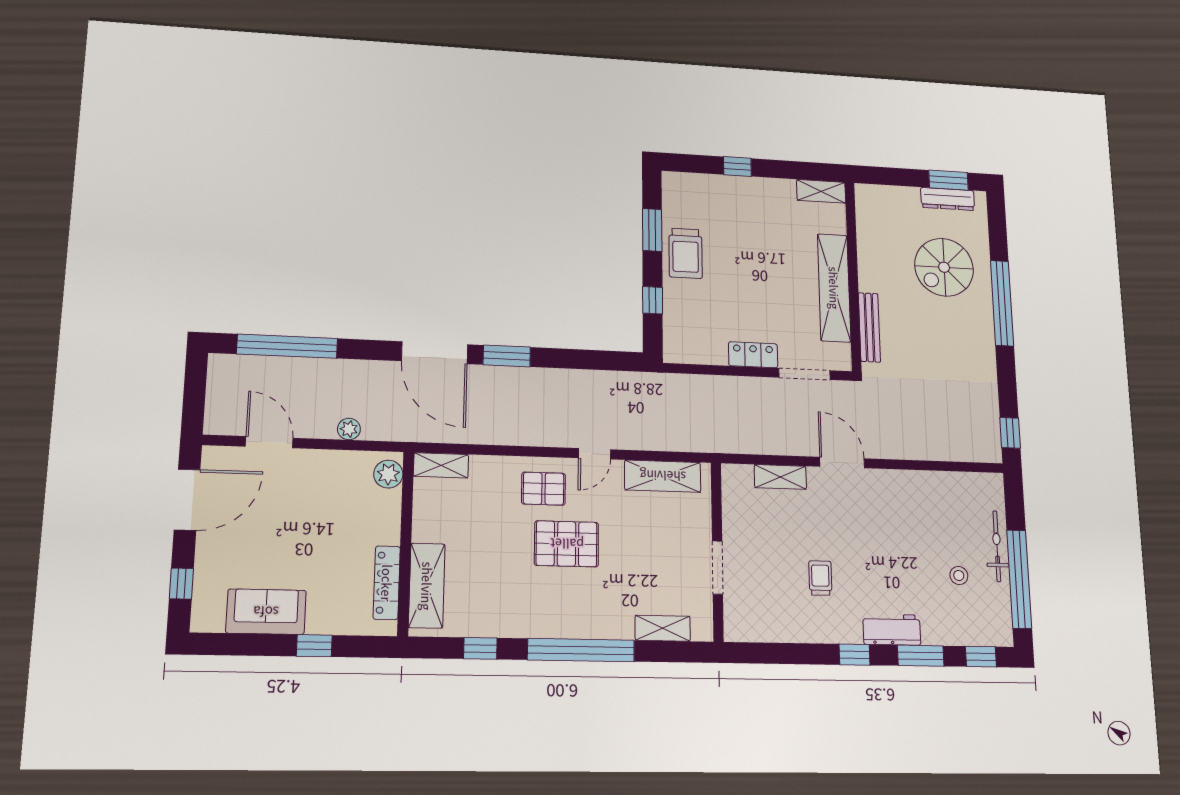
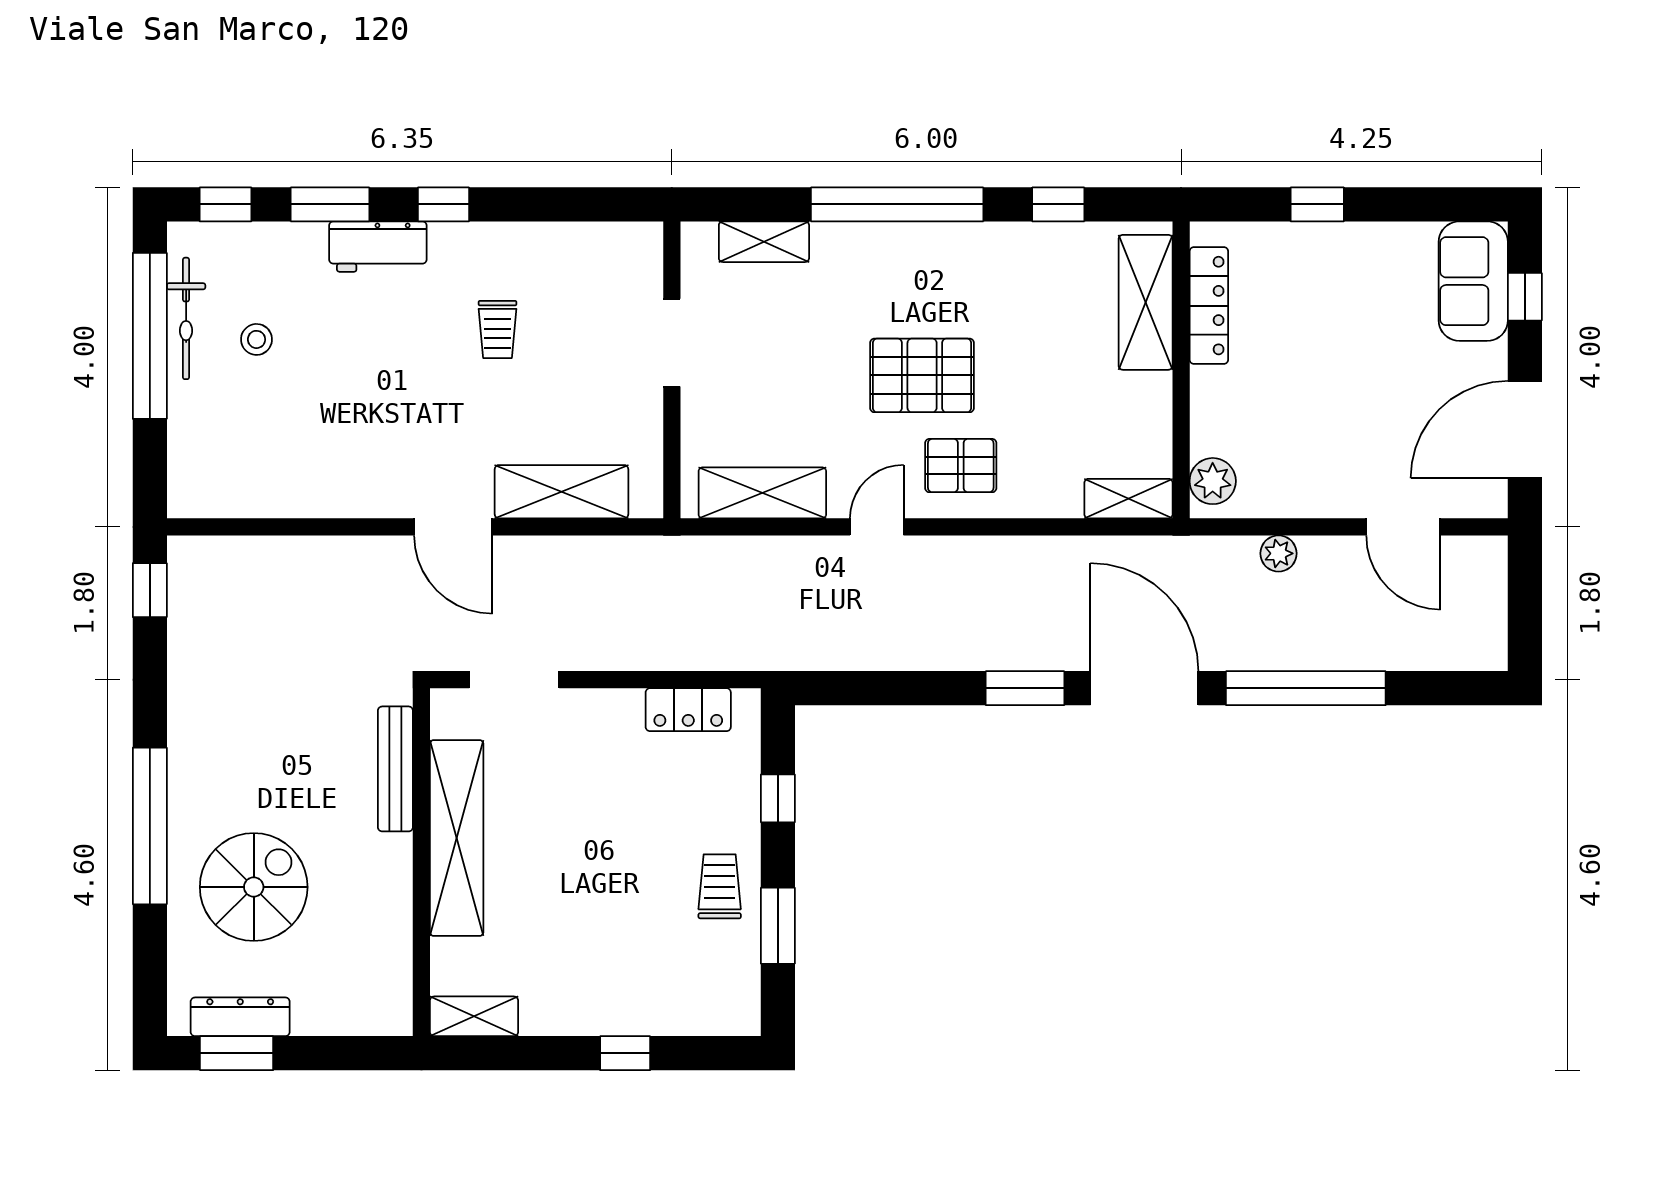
trolley: (686, 253) -> (720, 886), width x0.73, depth x0.72
window: (287, 346) -> (1306, 688), moved
locker: (753, 355) -> (688, 710), moved
shelving: (780, 477) -> (562, 492), width x1.50, depth x1.33
bicycle: (997, 546) -> (186, 318), moved
sofa: (266, 612) -> (1473, 281), moved, turned 90

